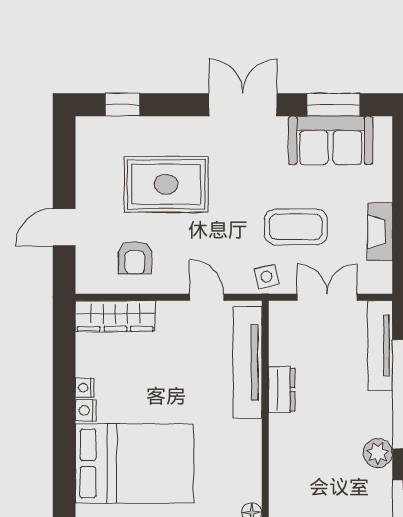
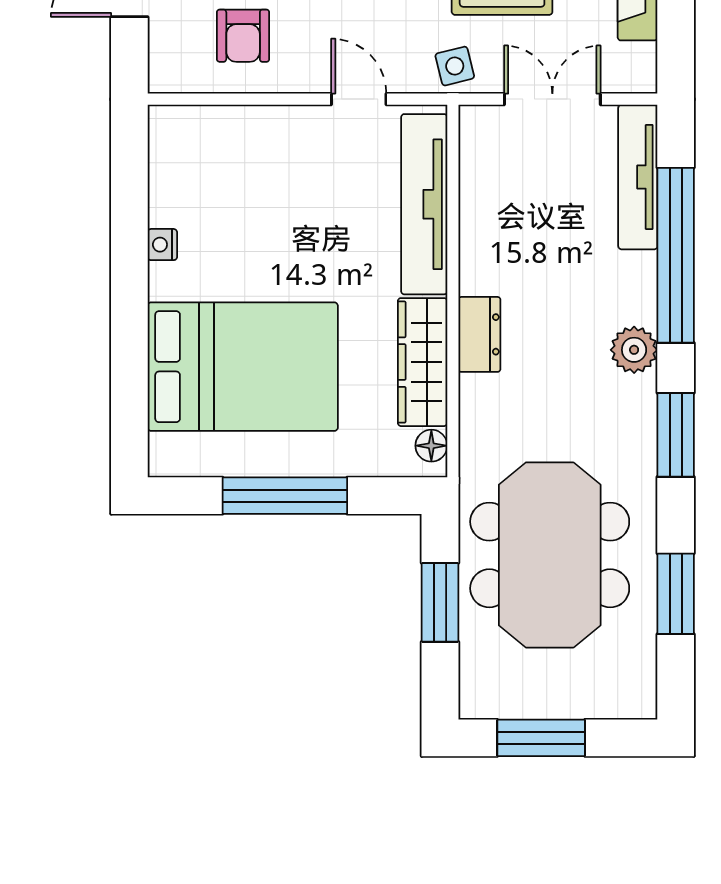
wardrobe: (115, 316) -> (423, 362), moved, turned 90
dresser: (282, 390) -> (479, 334), moved
nightstand: (86, 410) -> (164, 281), removed

